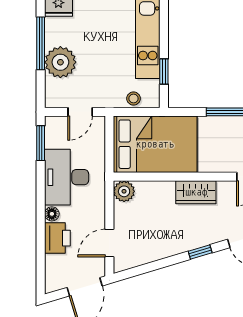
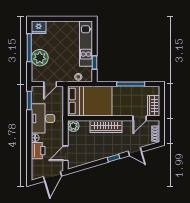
wardrobe: (196, 192) -> (106, 126), width x1.50

